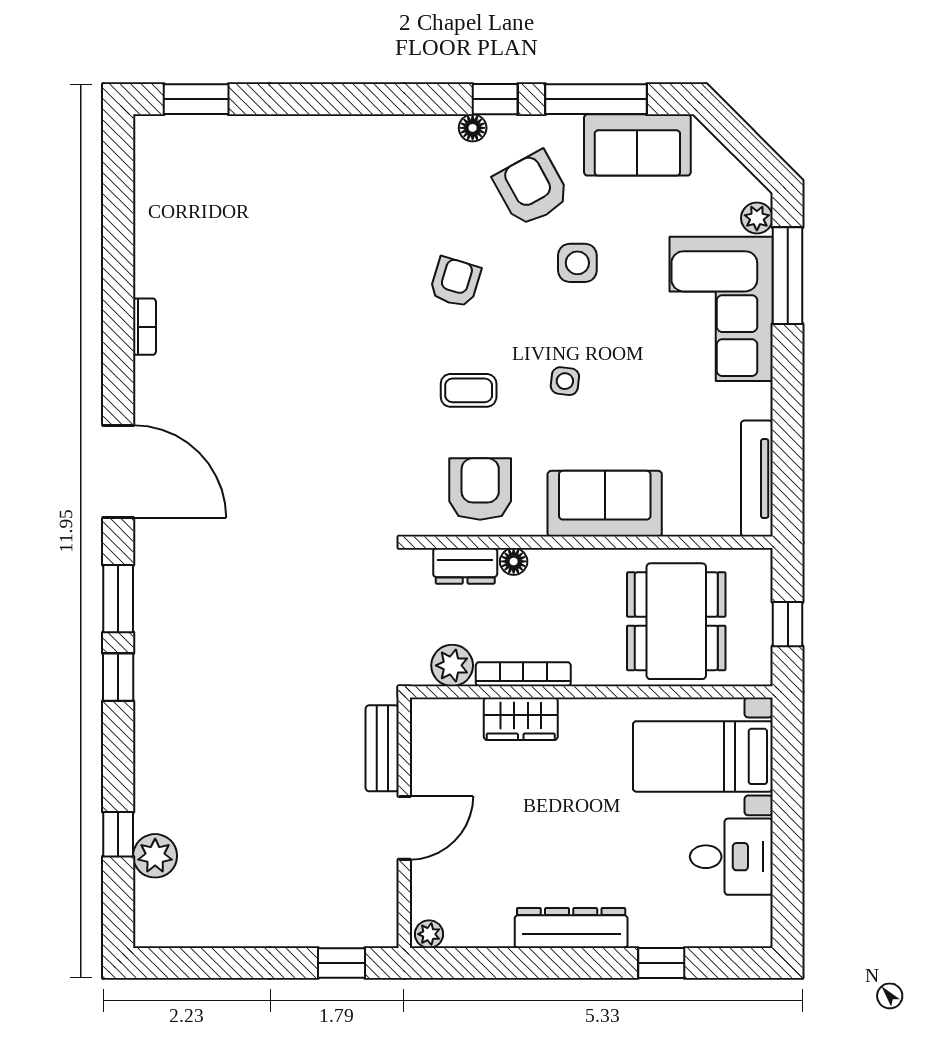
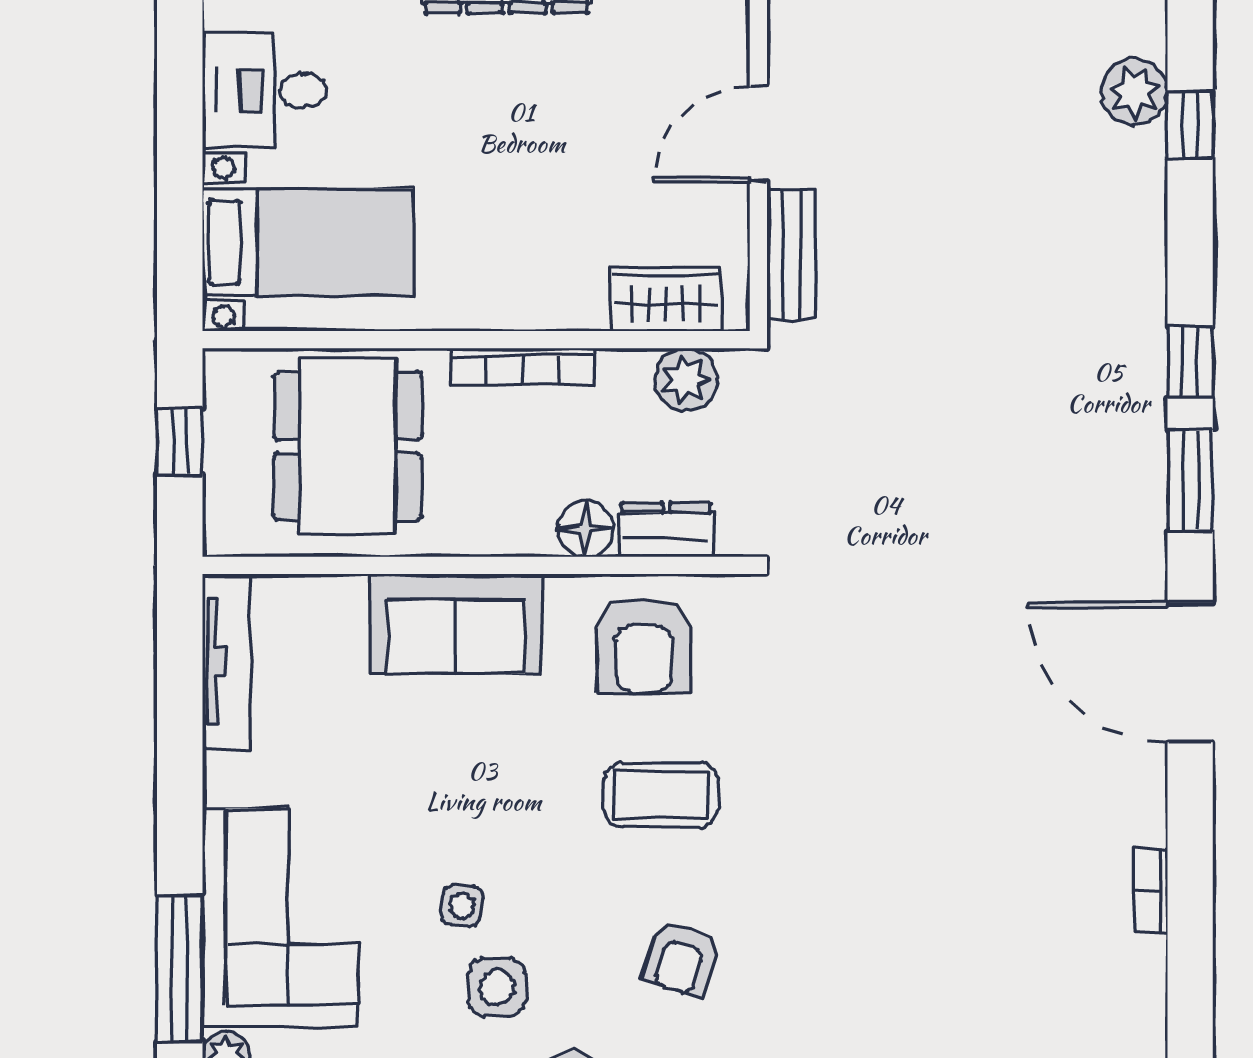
side table: (565, 381) -> (462, 906), moved
coffee table: (469, 390) -> (661, 795), width x1.36, depth x1.30
floor lamp: (514, 561) -> (586, 529), width x1.37, depth x1.37
bookcase: (523, 674) -> (522, 366), moved
wardrobe: (521, 719) -> (665, 299), moved

